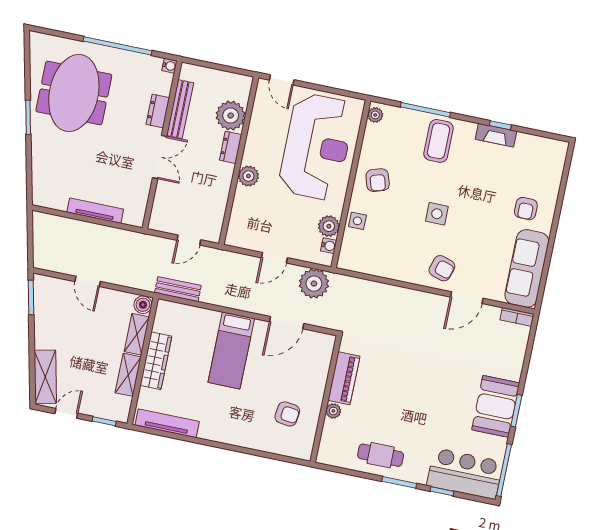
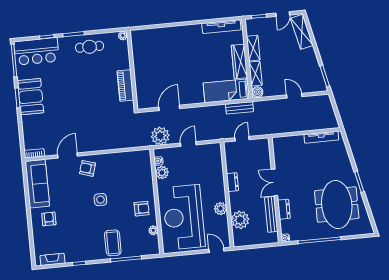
plant: (375, 115) -> (153, 230), moved
fireplace: (496, 135) -> (52, 259), moved
dresser: (231, 147) -> (232, 182), moved
plant: (248, 176) -> (221, 209), moved
armchair: (378, 180) -> (142, 209), turned 107
tv unit: (95, 211) -> (321, 137), moved
side table: (357, 221) -> (146, 181), removed
bed: (231, 350) -> (226, 91), moved, turned -90
plant: (333, 411) -> (123, 36), moved
armchair: (287, 414) -> (152, 54), removed

